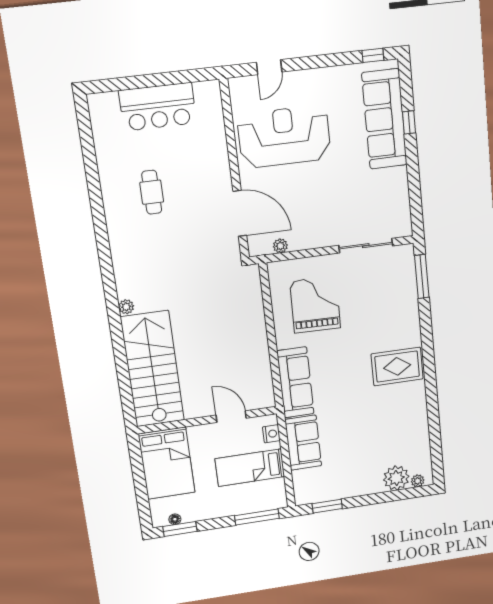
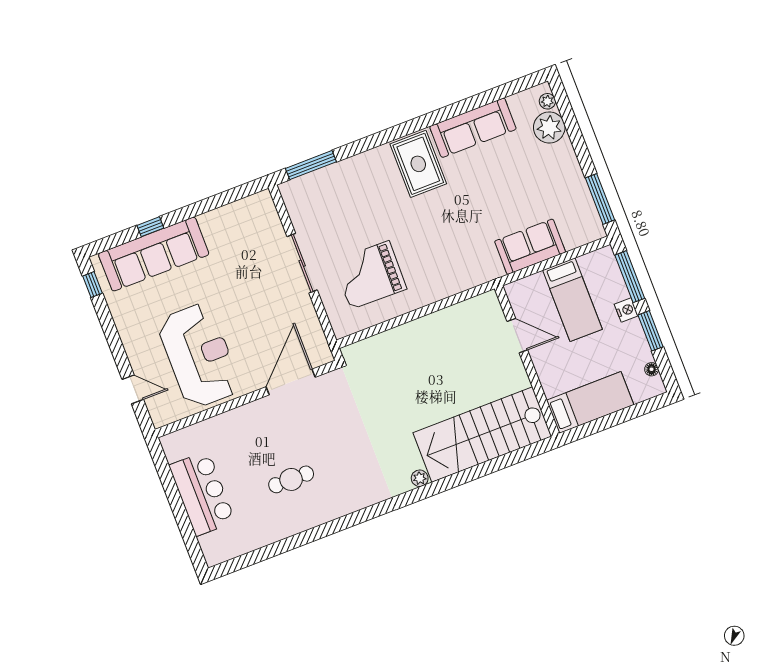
reception desk: (284, 137) -> (199, 356), turned 180
plant: (280, 246) -> (315, 330), removed
sliding door: (366, 246) -> (302, 263), moved
sofa: (295, 382) -> (473, 128), moved, turned 180
door: (231, 417) -> (517, 336), swing flipped
nightstand: (271, 434) -> (626, 310), moved, turned 90
bed: (167, 463) -> (590, 402), width x0.67
window: (327, 506) -> (600, 199), width x1.44
window: (180, 529) -> (651, 331), moved

